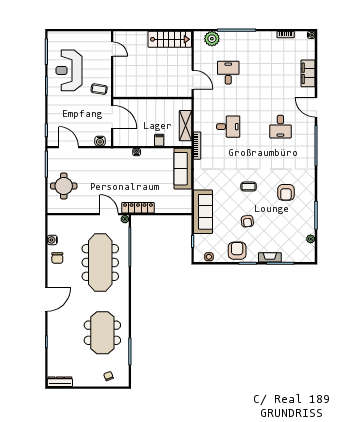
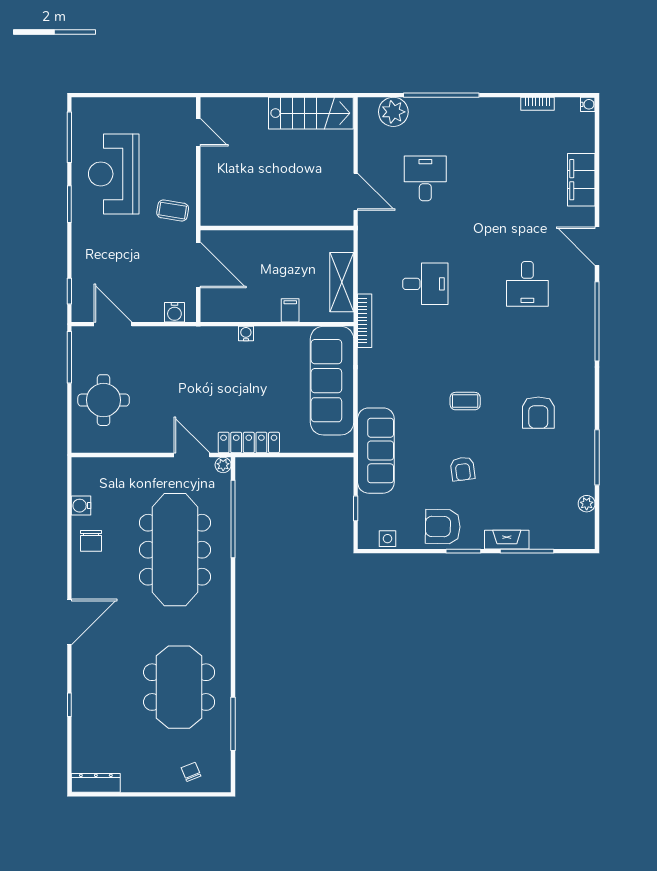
sofa: (183, 169) -> (332, 381), width x1.36, depth x1.27
armchair: (237, 251) -> (443, 527), turned -89

